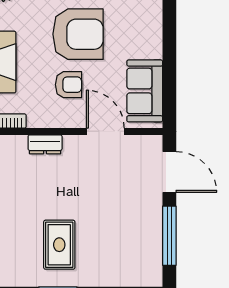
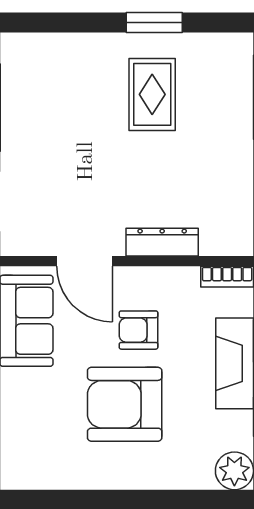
dresser: (45, 144) -> (162, 242), width x1.44

